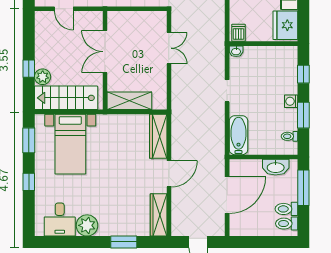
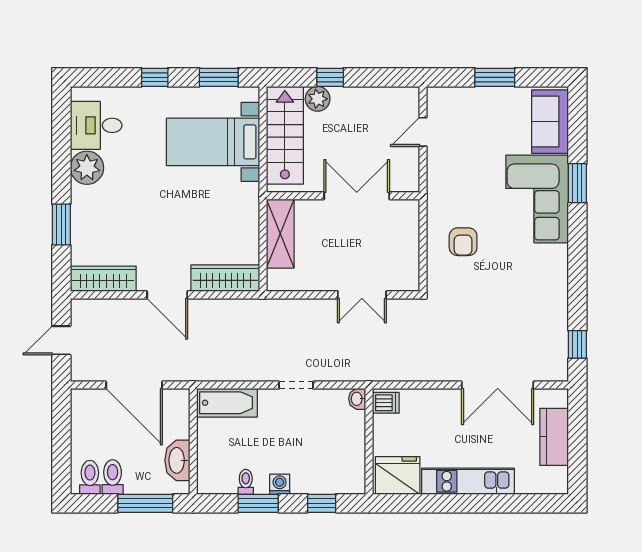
toilet: (289, 136) -> (246, 482), moved

